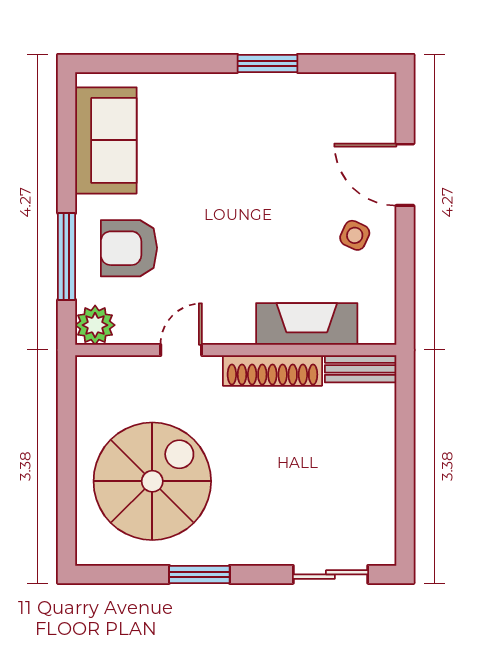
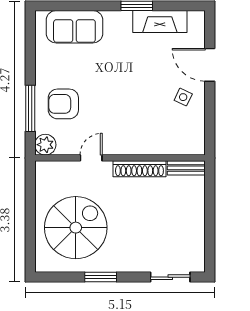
sofa: (106, 140) -> (74, 27), moved, turned 90
fireplace: (307, 324) -> (160, 22), moved, turned 180

